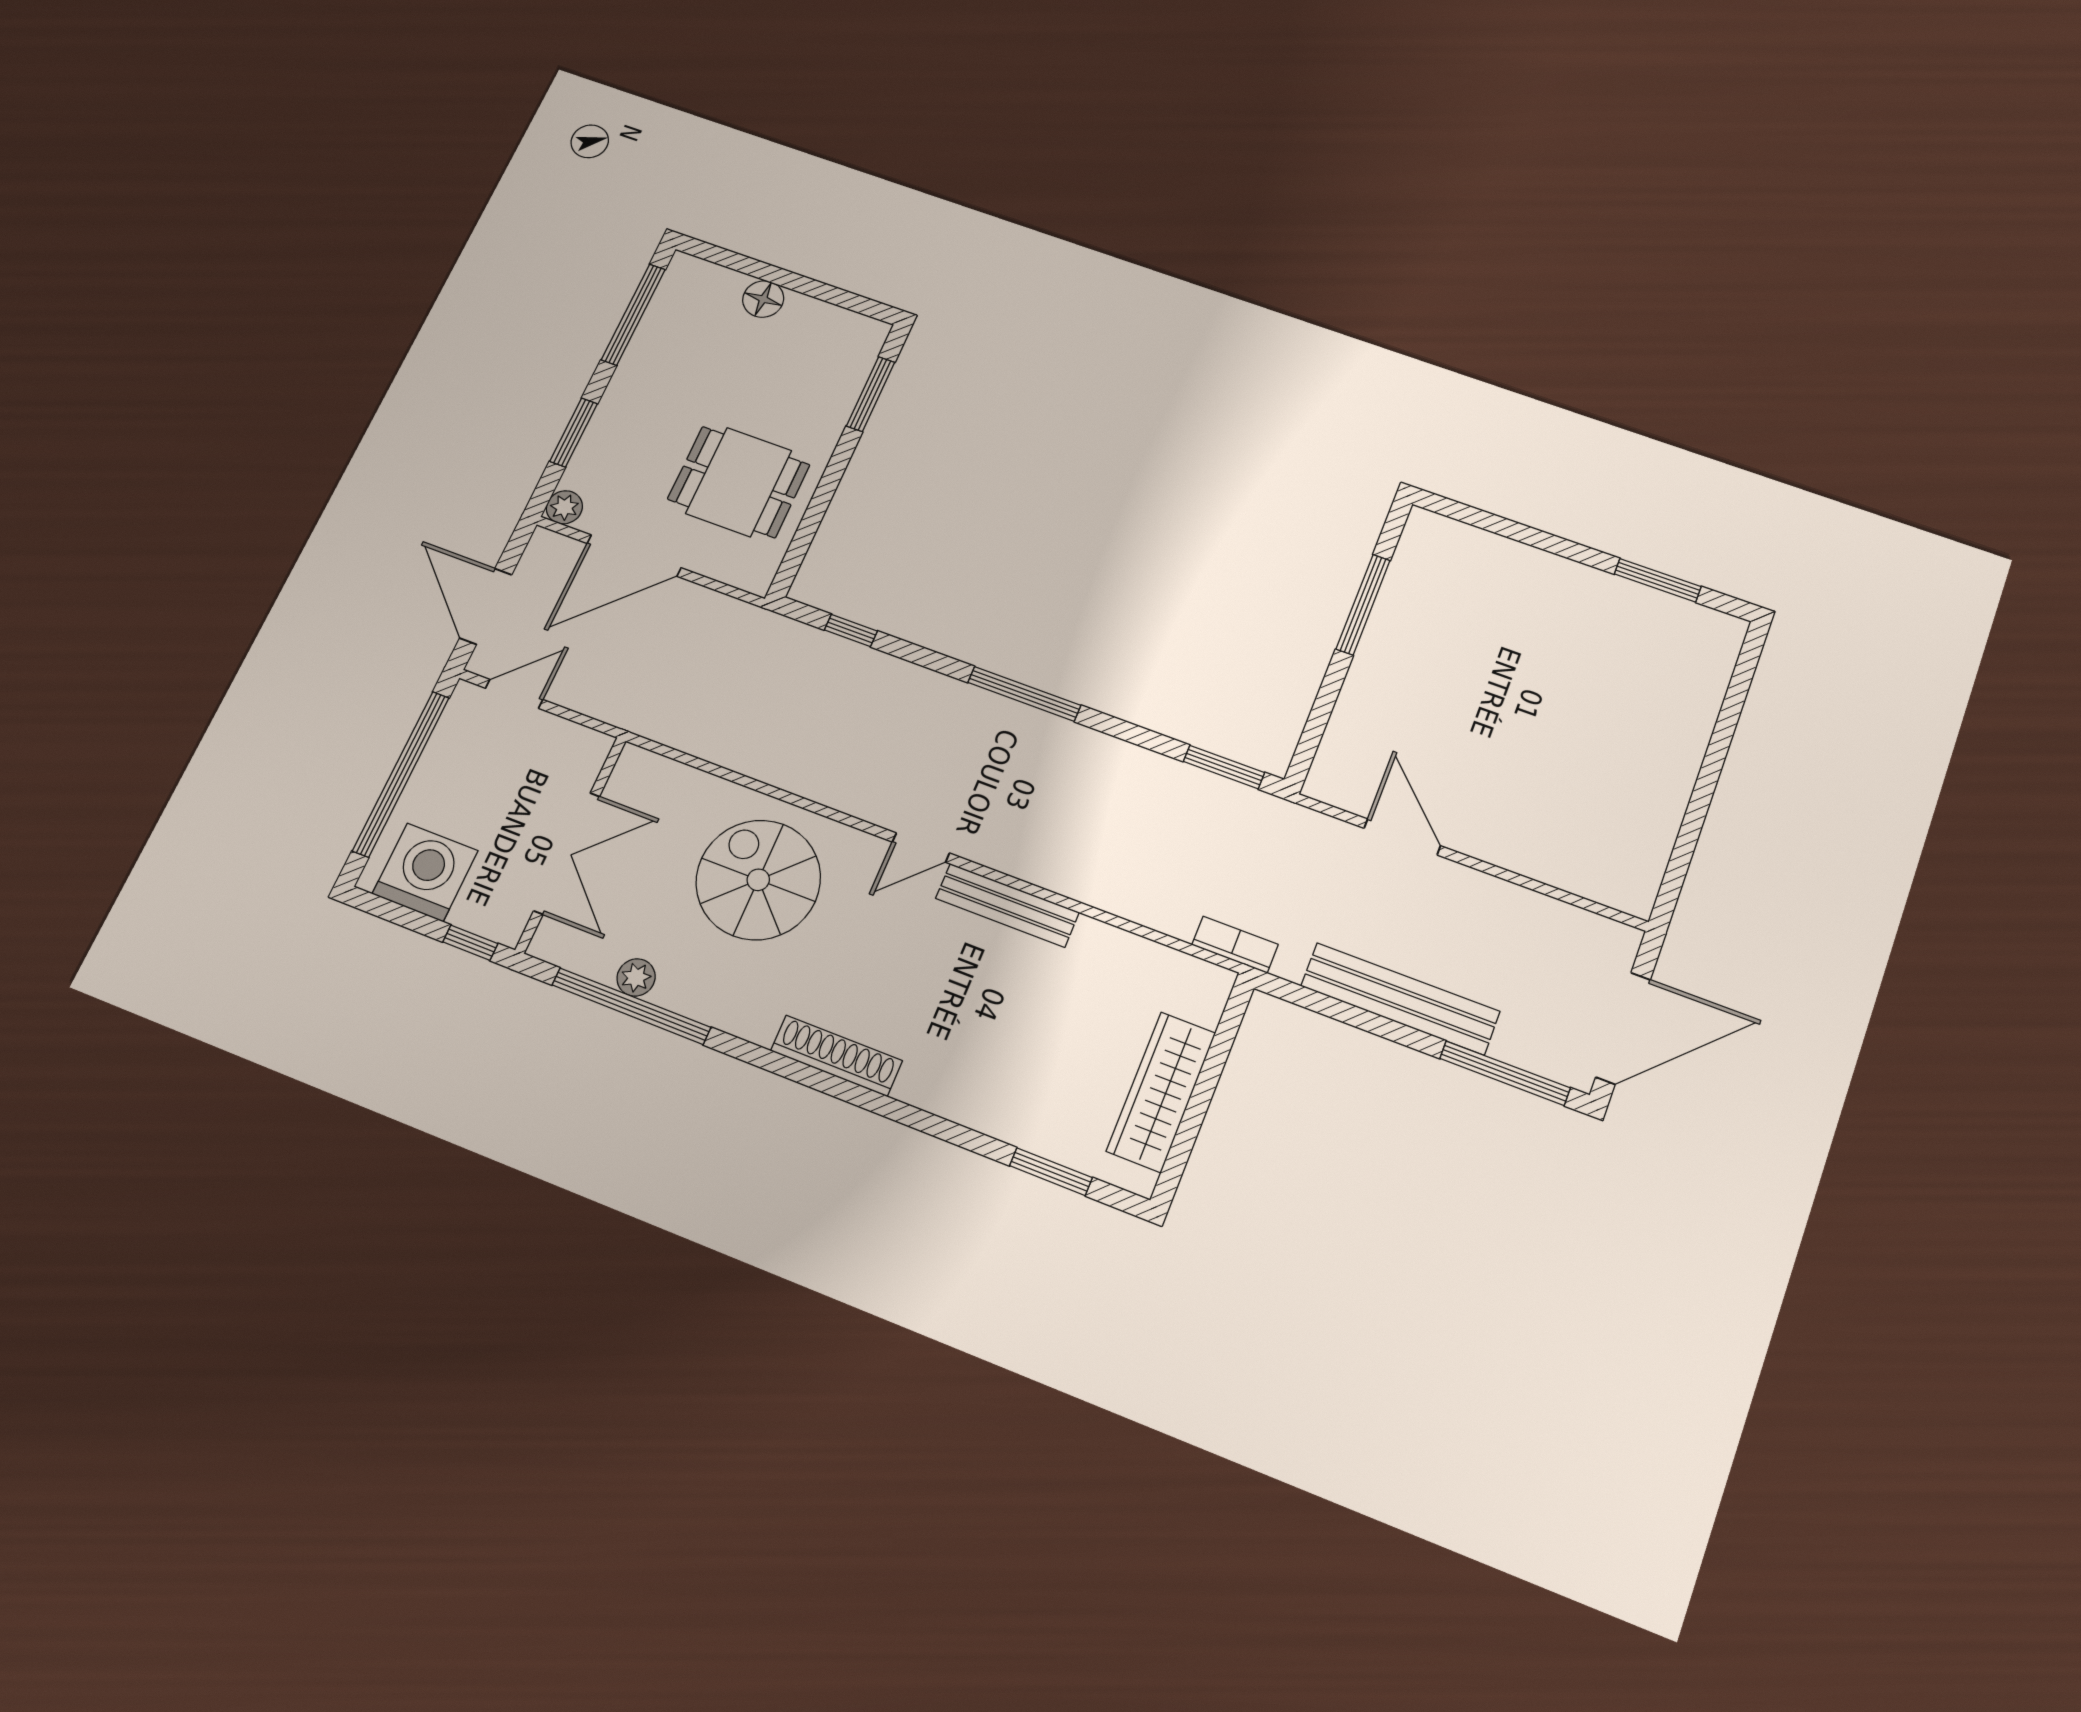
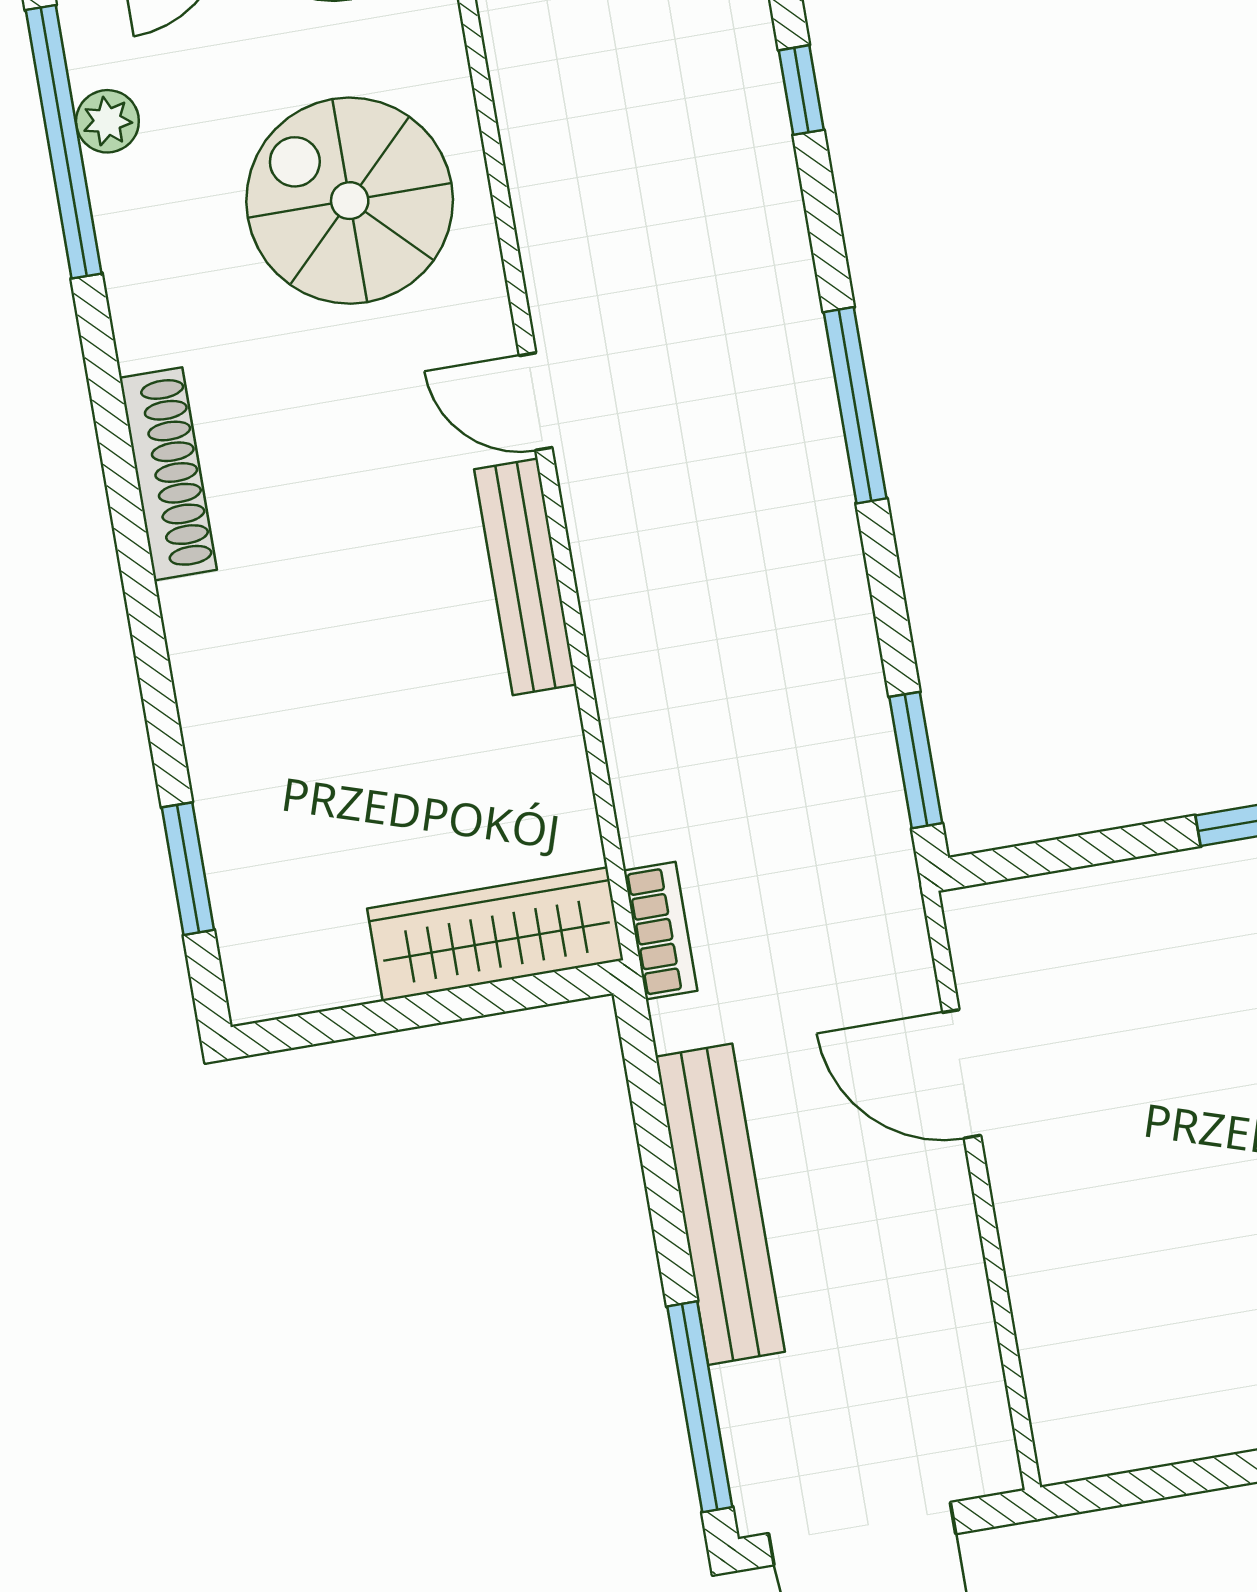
door: (1402, 837) -> (962, 1074), swing flipped
spiral stairs: (758, 880) -> (350, 201), turned -90
wardrobe: (1161, 1092) -> (495, 934), moved

